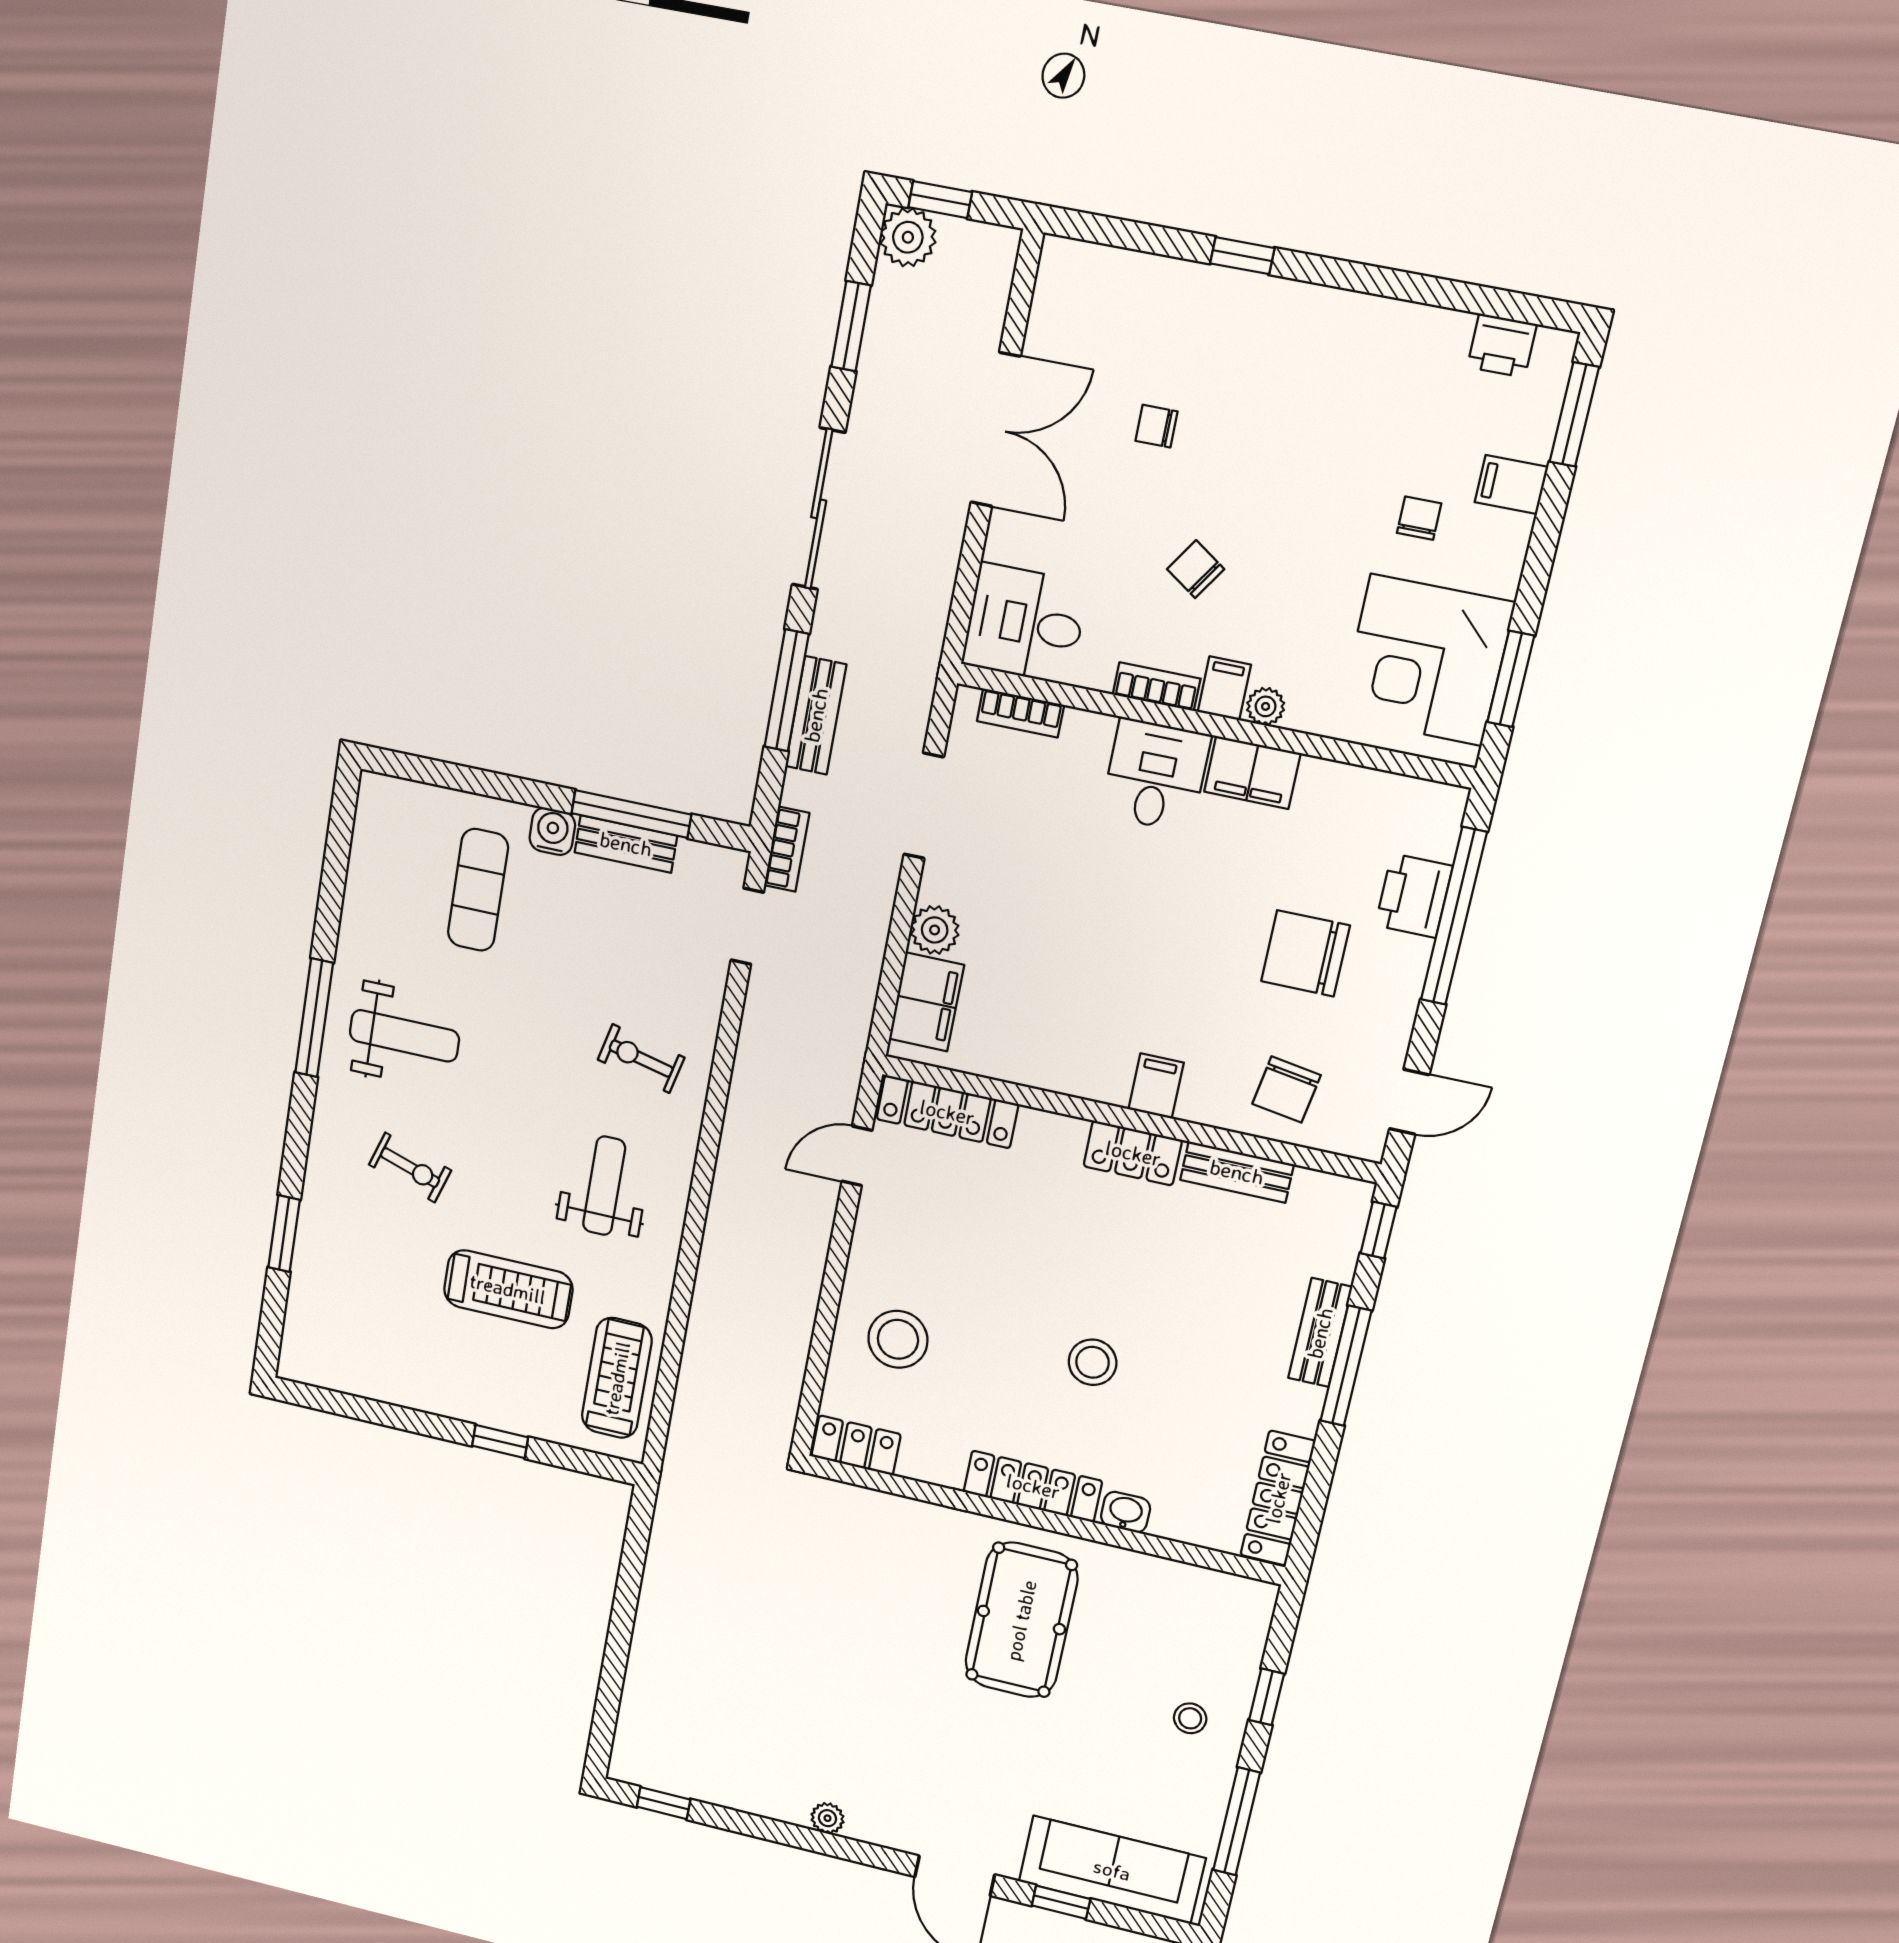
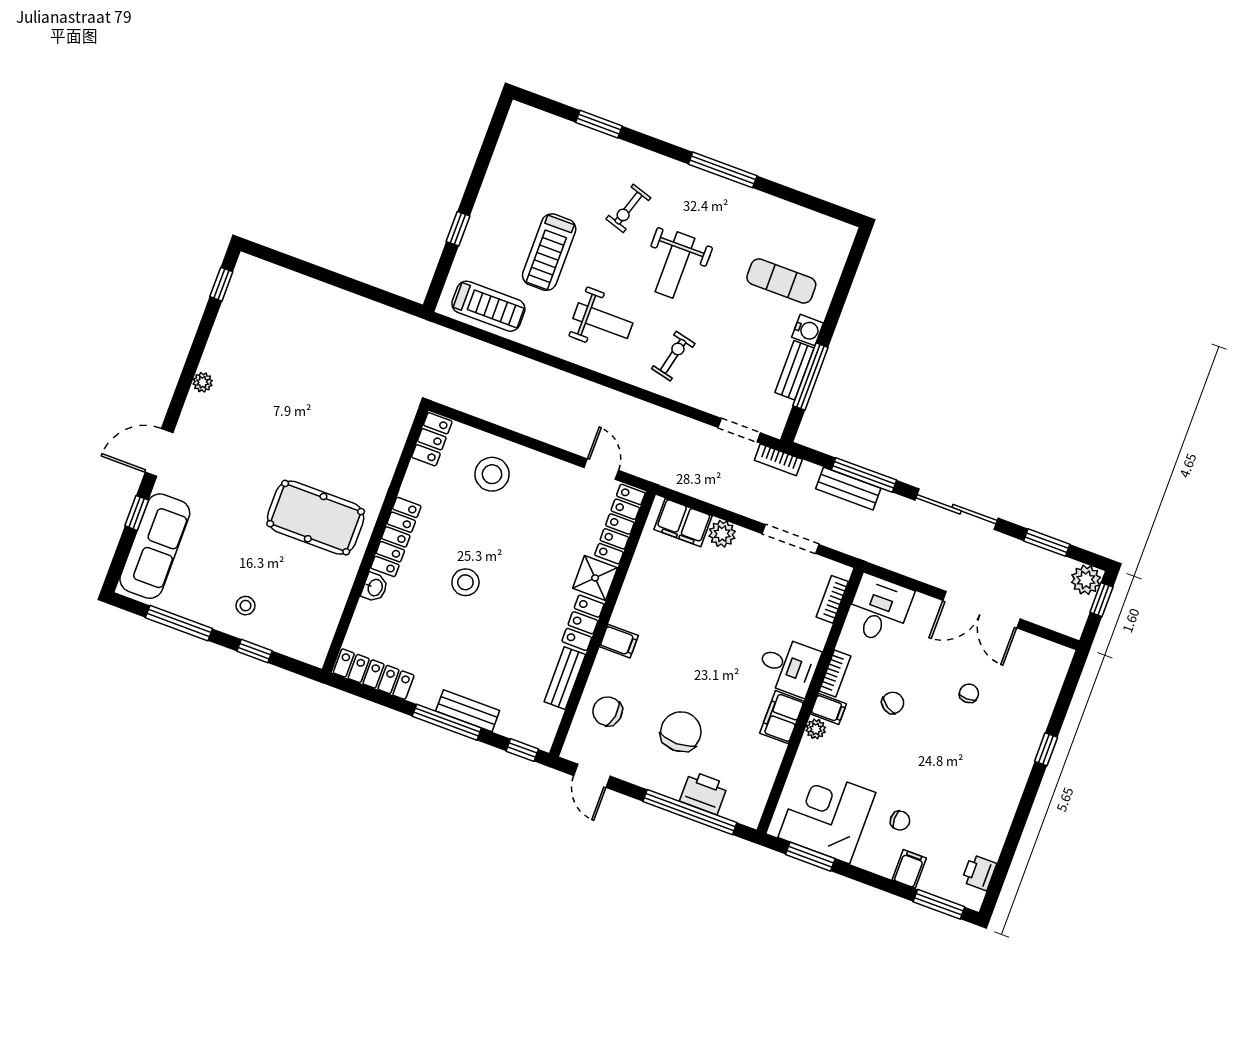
weight bench: (404, 1036) -> (675, 265), moved
shower: (1049, 1142) -> (595, 578), added

